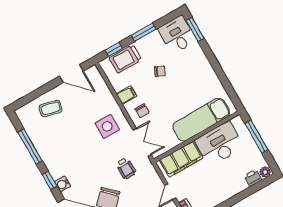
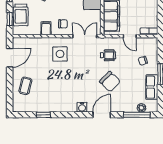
window: (30, 146) -> (43, 115), width x0.46
wheelchair: (126, 168) -> (108, 55), moved
window: (49, 180) -> (74, 115), removed

